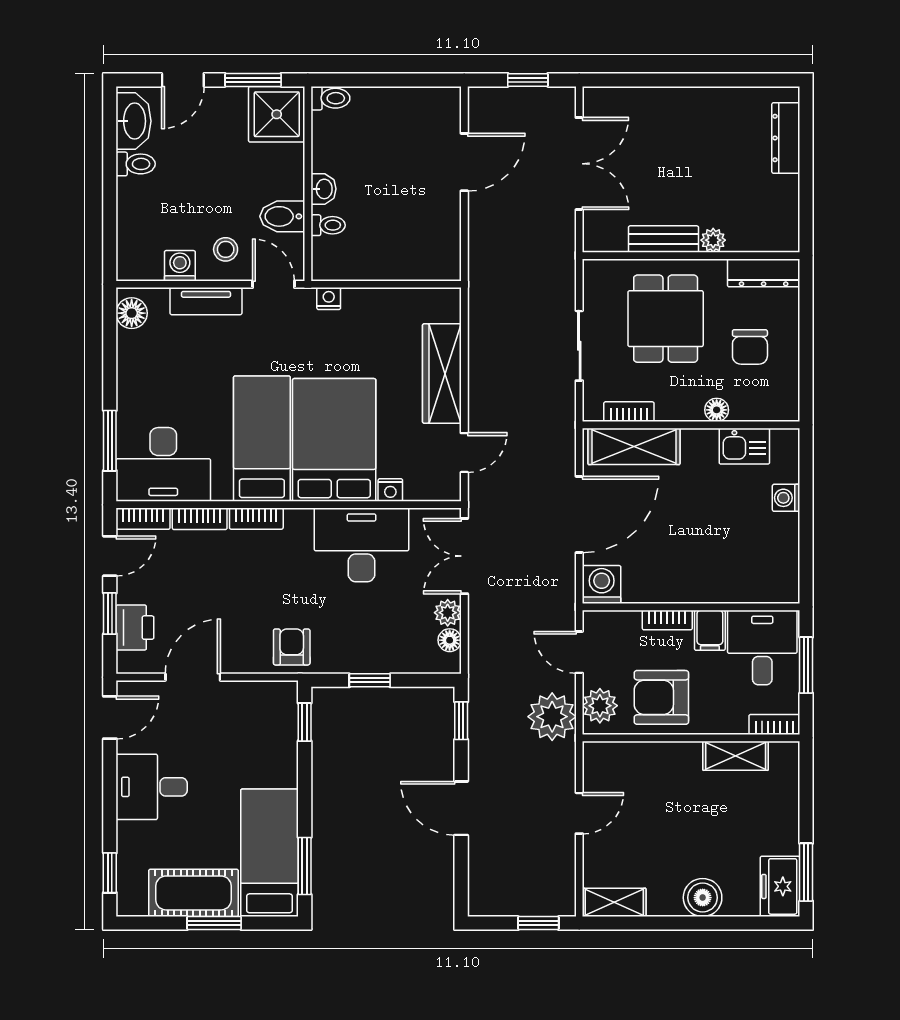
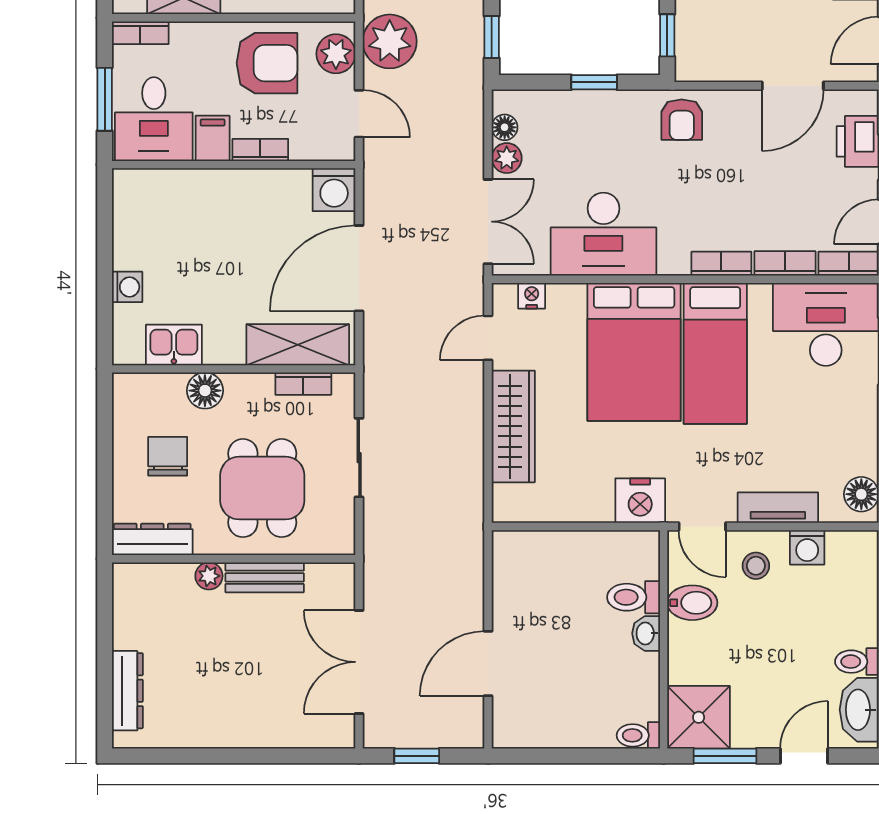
toilet: (328, 225) -> (634, 597), width x1.37, depth x1.39
nightstand: (329, 299) -> (640, 501), width x1.89, depth x1.79
floor lamp: (717, 410) -> (205, 391), width x1.37, depth x1.37
nightstand: (390, 490) -> (532, 296), moved

